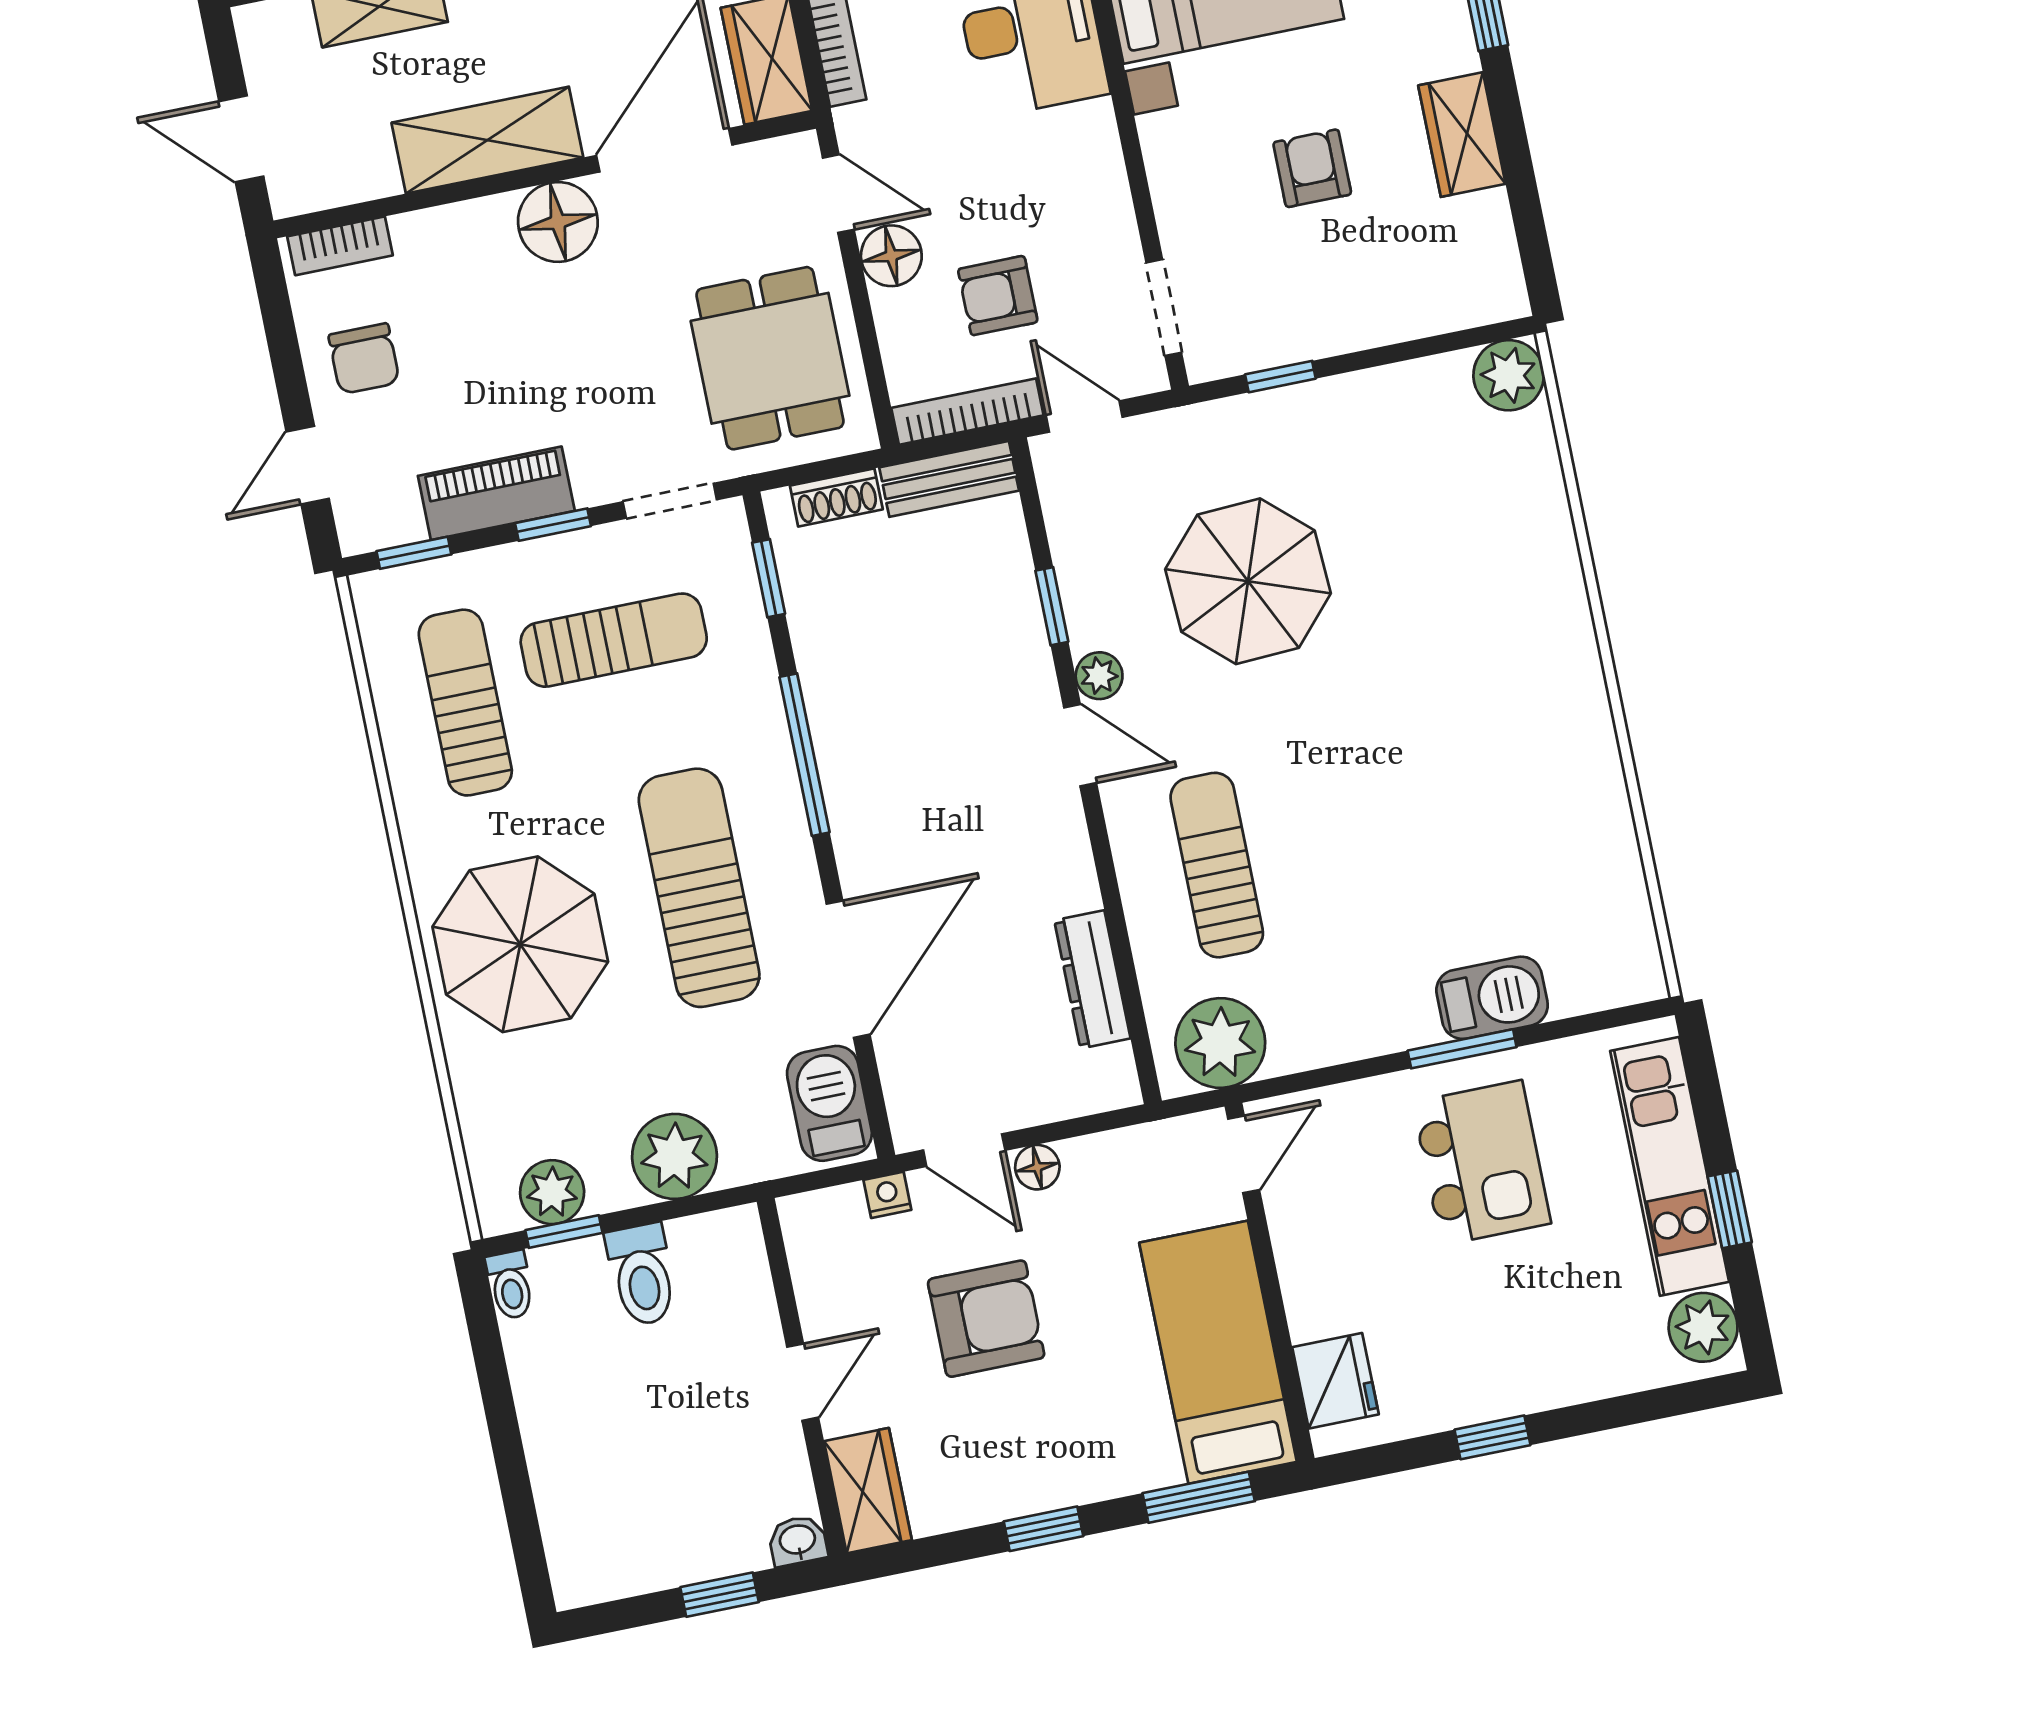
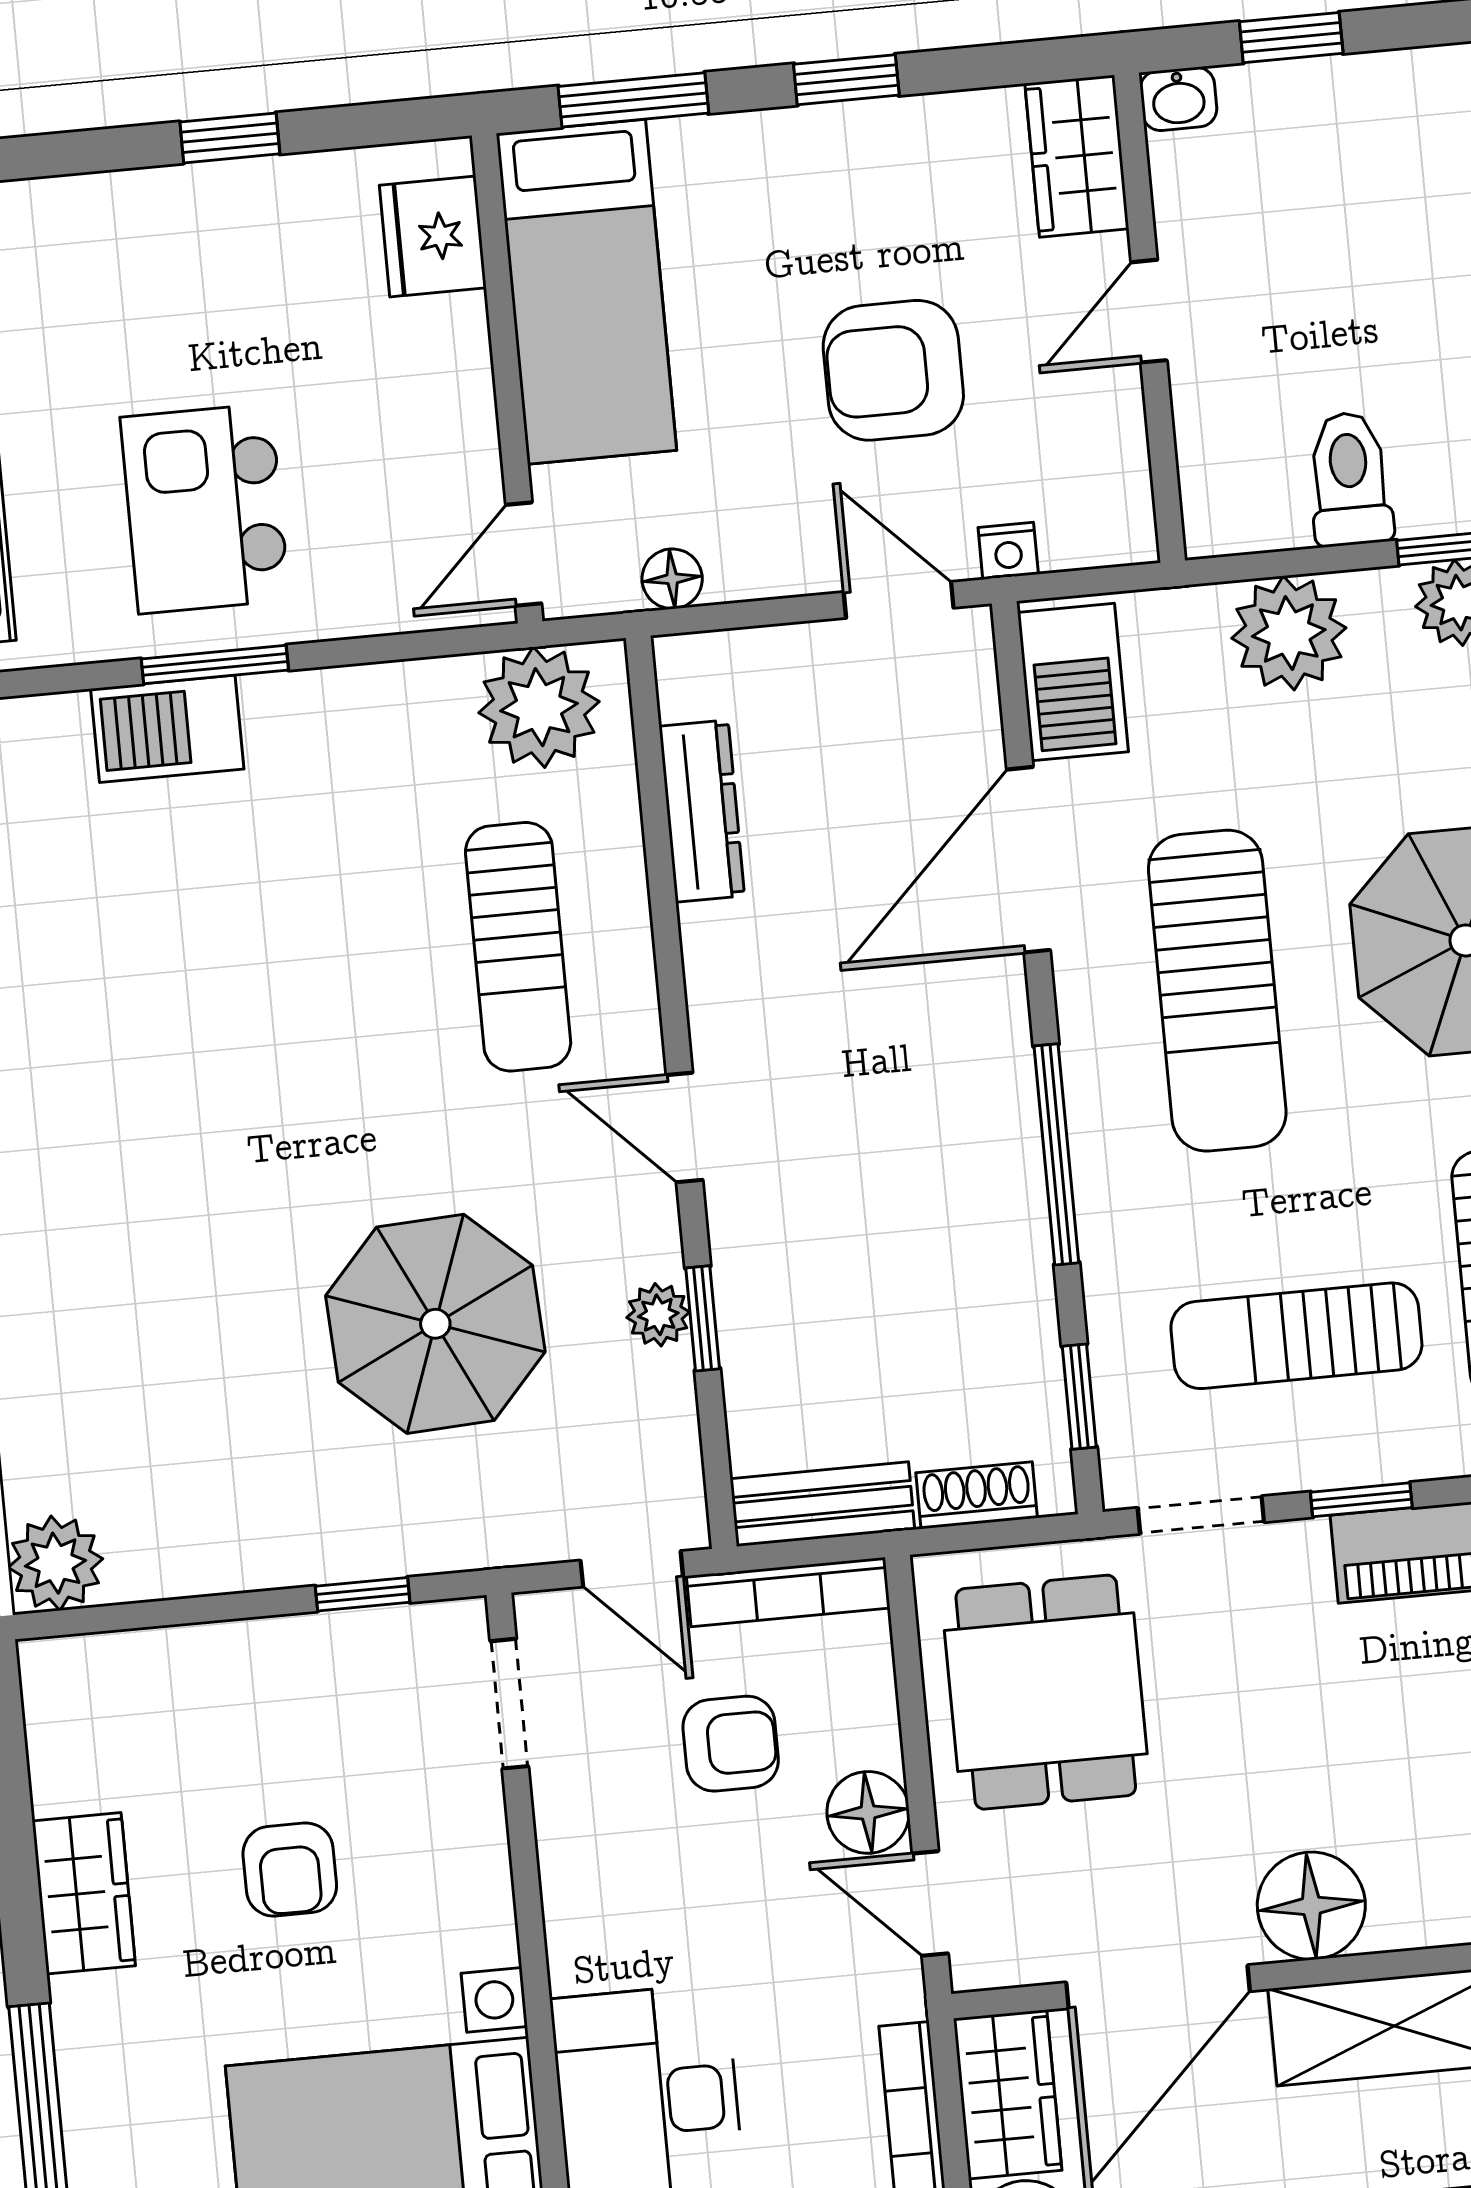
plant: (1099, 676) -> (658, 1315), moved
floor lamp: (1037, 1167) -> (672, 579), moved

